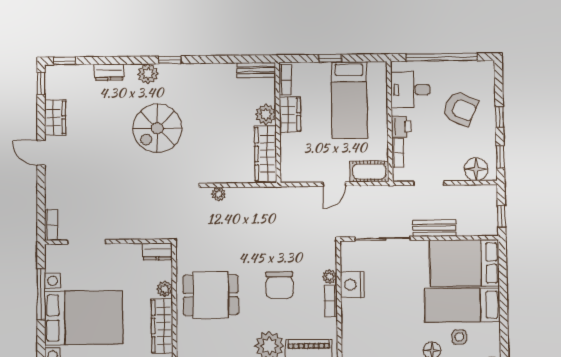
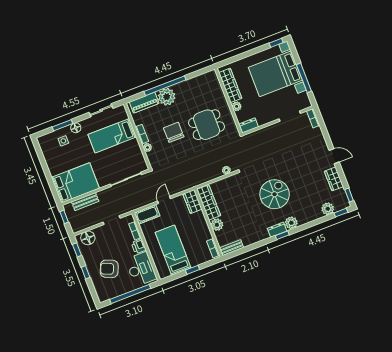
dresser: (109, 72) -> (277, 230), moved
plant: (83, 75) -> (328, 209), added
desk: (410, 90) -> (141, 269), width x1.37
wardrobe: (290, 114) -> (192, 202), moved
bench: (434, 228) -> (85, 202), moved
nightstand: (352, 285) -> (133, 148), removed
dining table: (211, 295) -> (207, 125), moved
bed: (462, 305) -> (112, 136), moved, turned 180

